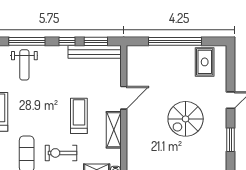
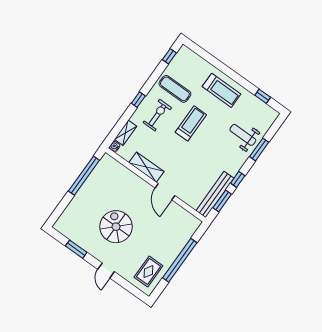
window: (27, 41) -> (259, 149), width x0.69
rug: (205, 62) -> (148, 272), turned 90
treadmill: (79, 116) -> (191, 123), moved, turned -90

